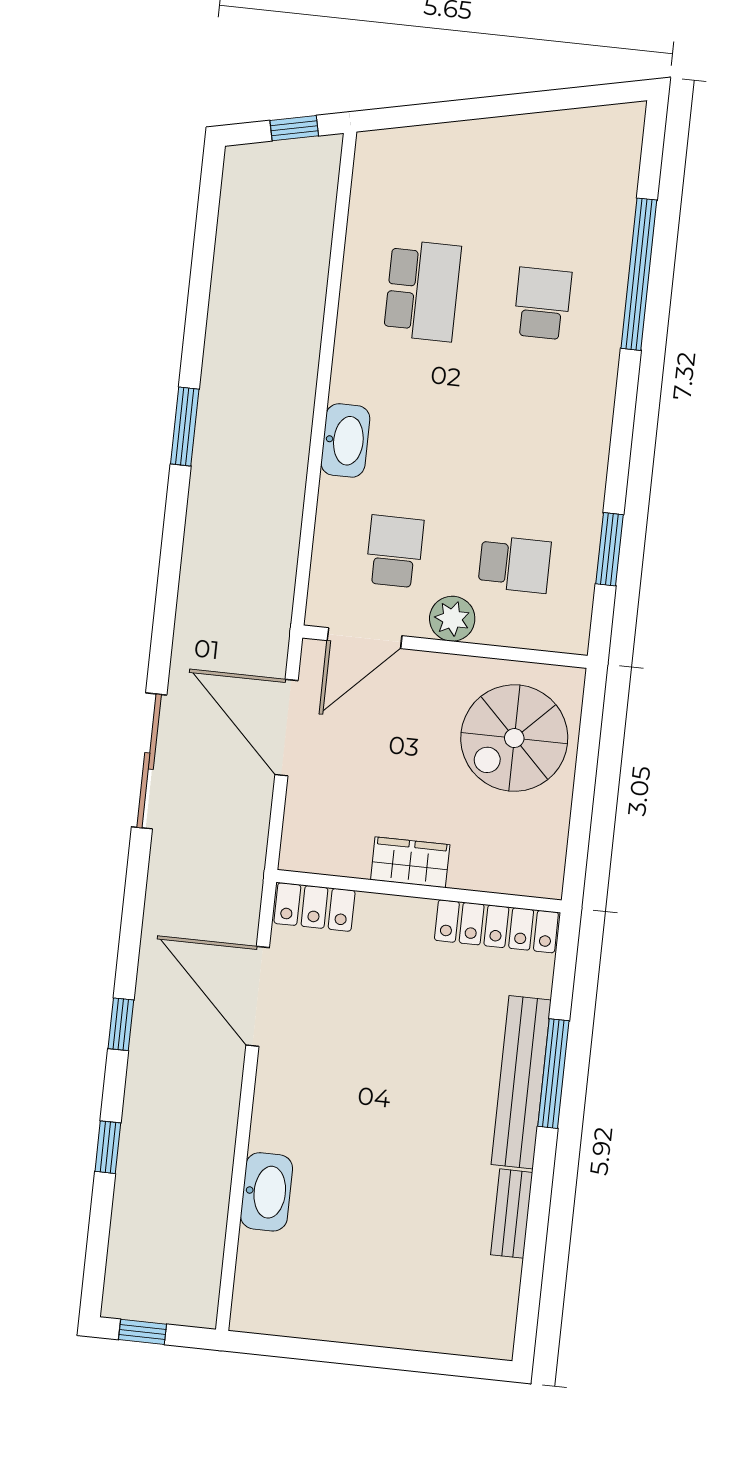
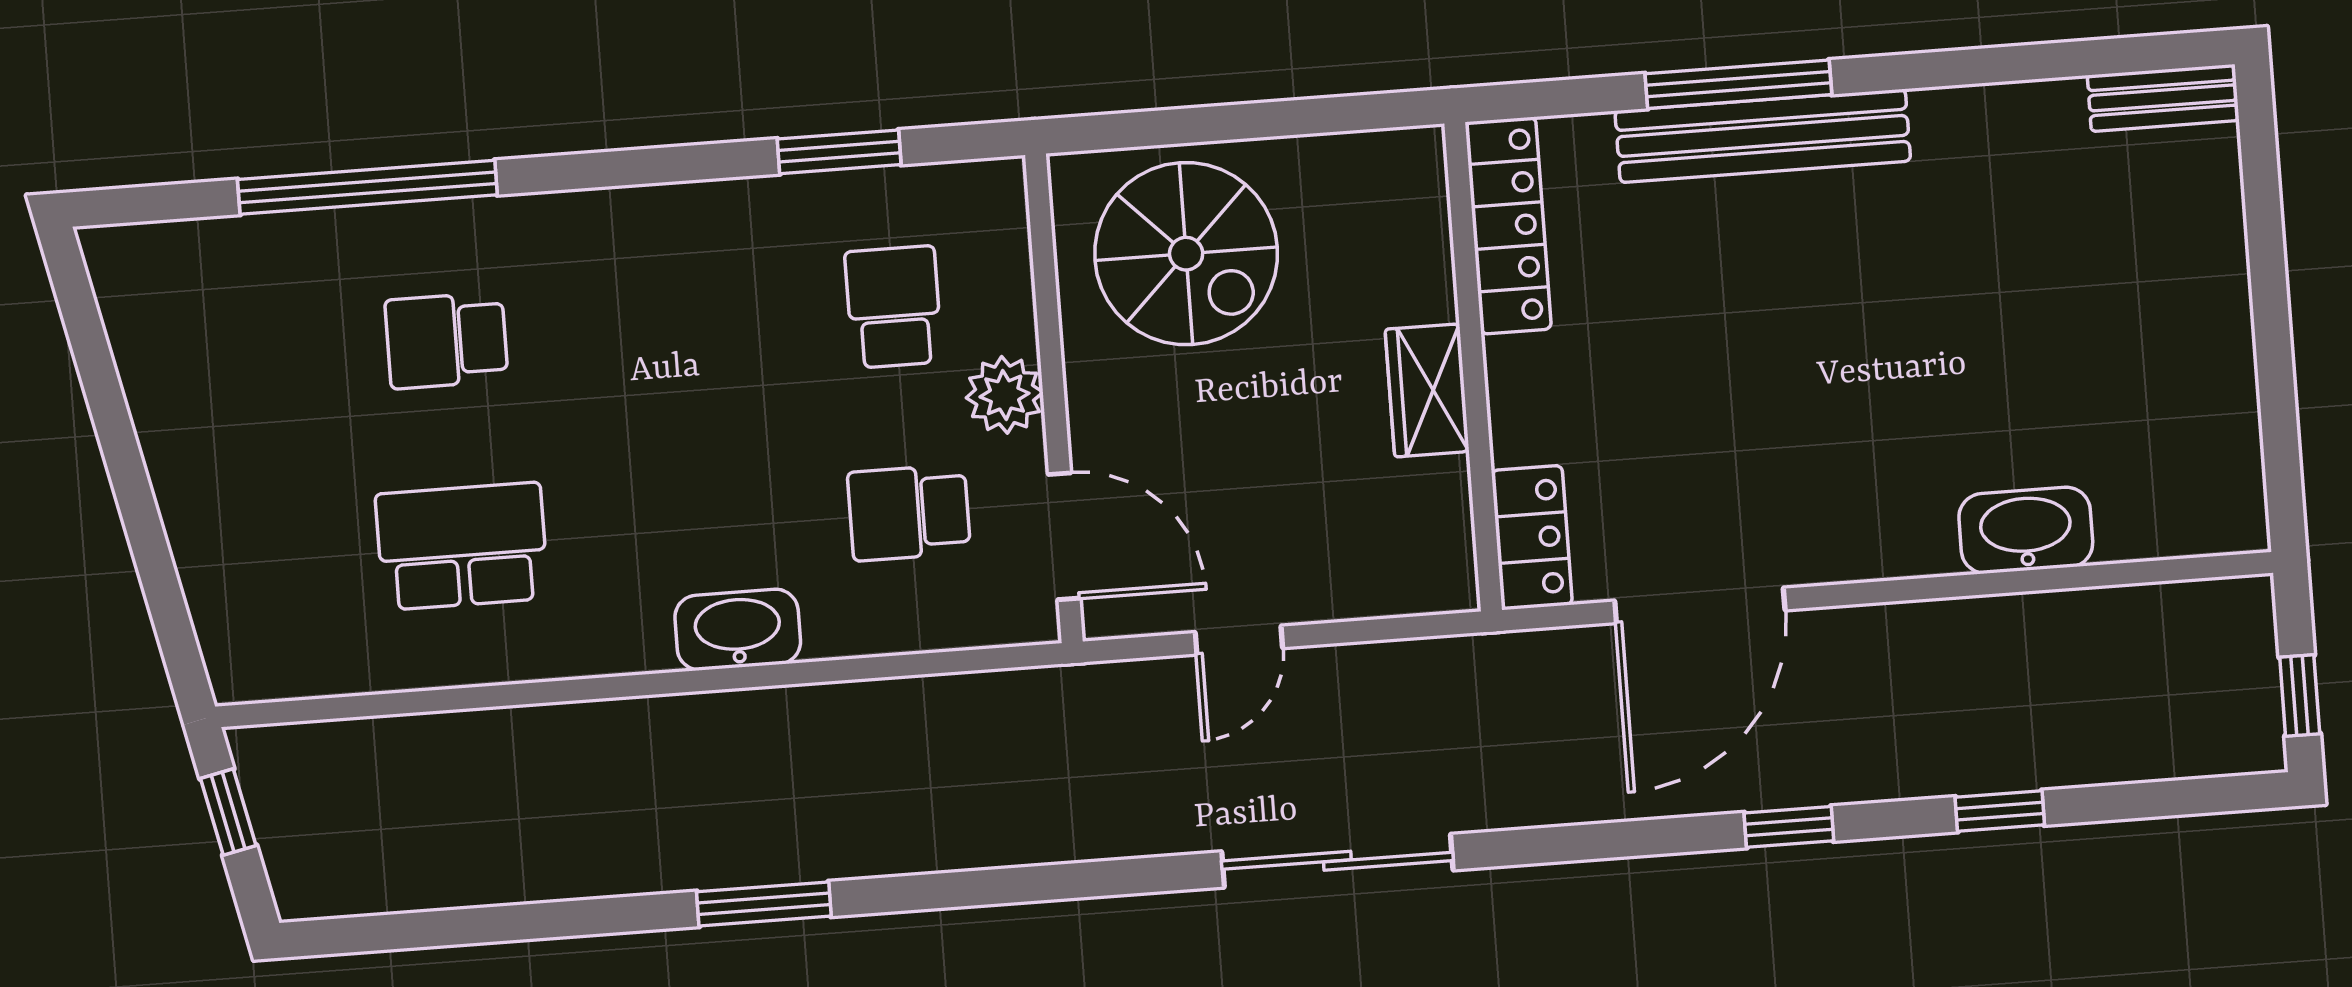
door: (286, 728) -> (1239, 640), width x0.53
bench: (512, 1214) -> (2163, 98), moved

